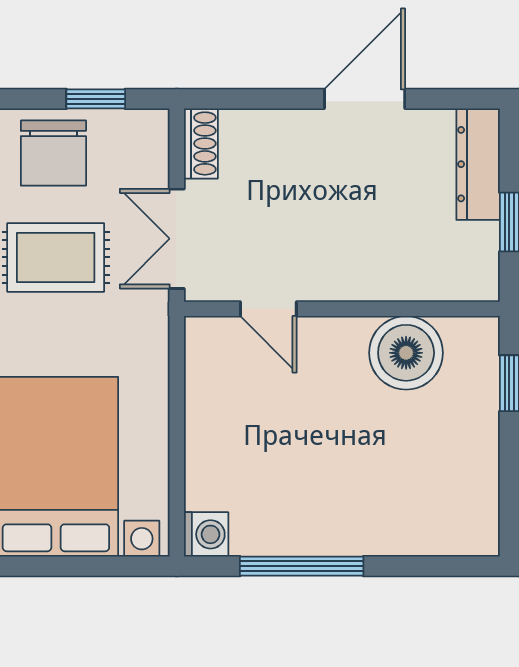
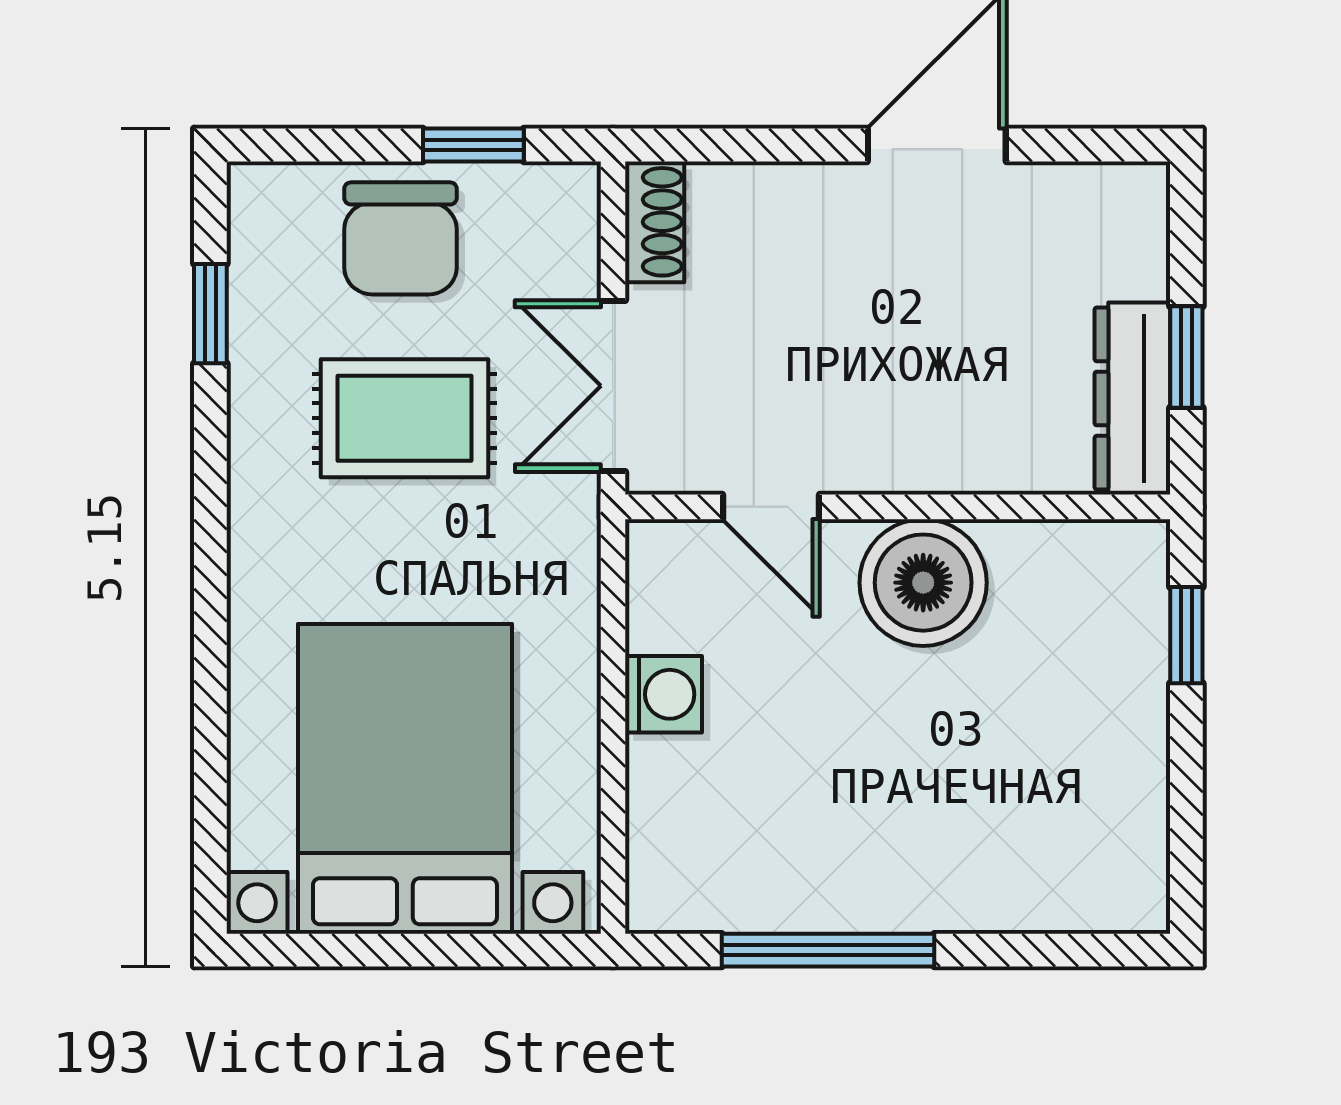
dresser: (478, 164) -> (1132, 398), moved
boiler: (406, 353) -> (923, 583), moved
washing machine: (206, 534) -> (664, 694), moved

